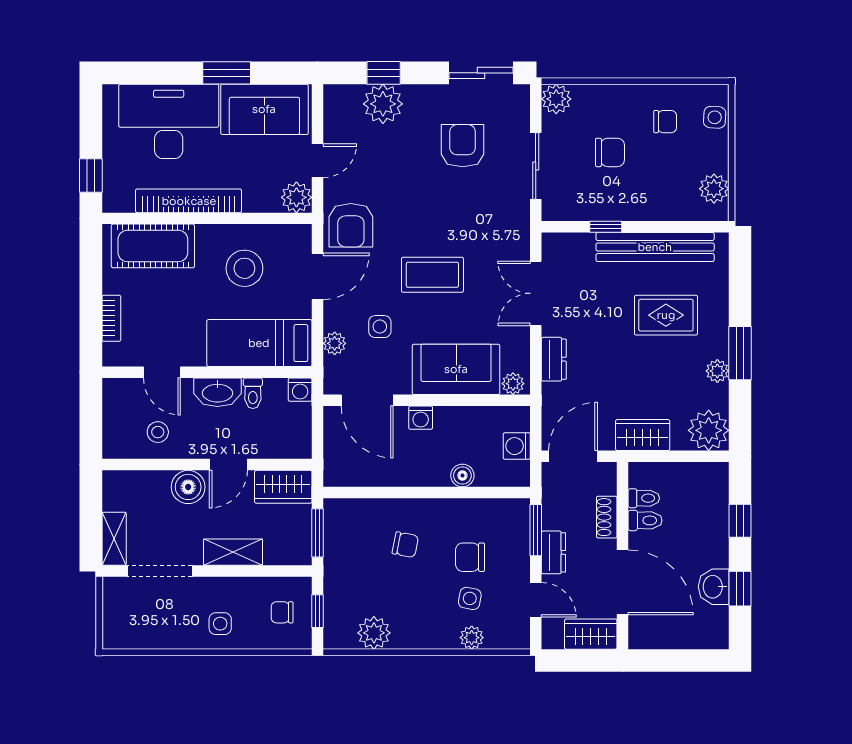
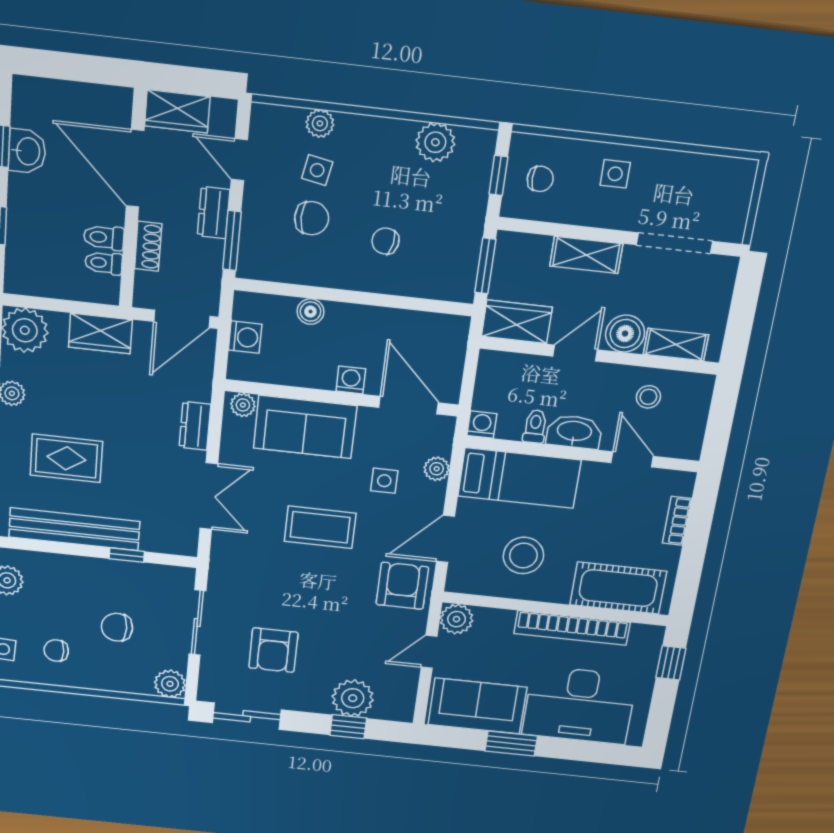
shelving: (114, 539) -> (676, 345), moved, turned 90

